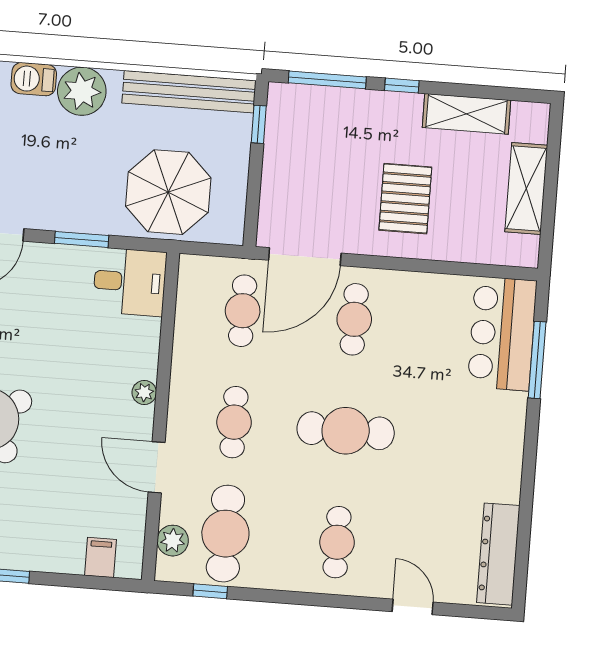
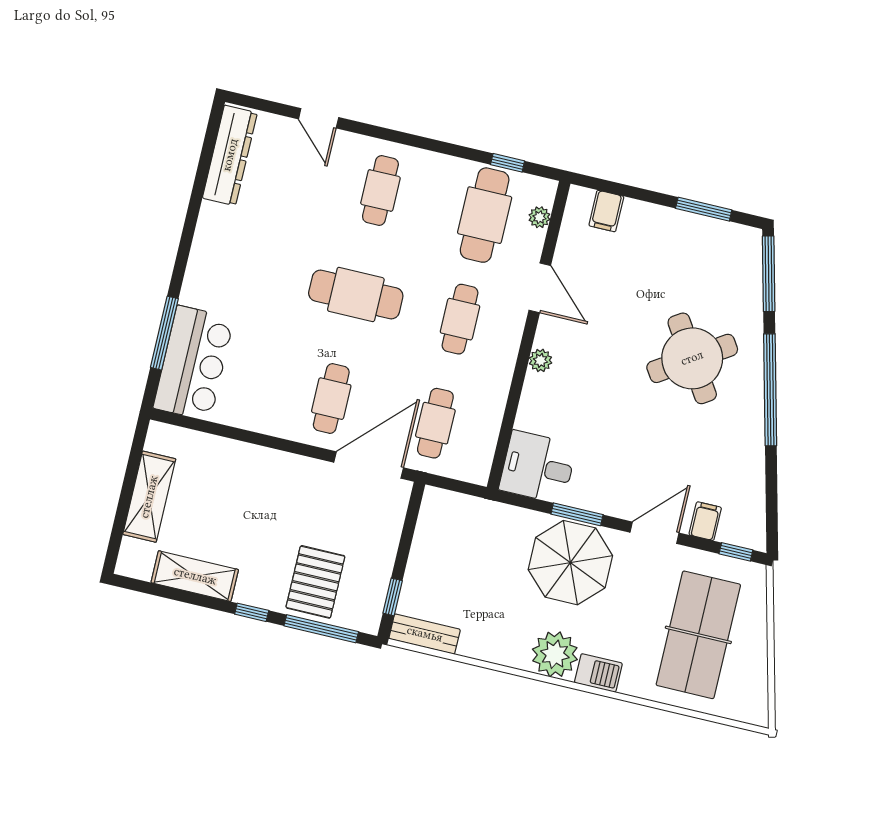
bench: (189, 92) -> (425, 634), width x0.54, depth x0.82
parasol: (168, 192) -> (570, 563), moved
pallet: (405, 199) -> (315, 582), moved
plant: (173, 541) -> (539, 217), width x0.73, depth x0.73

